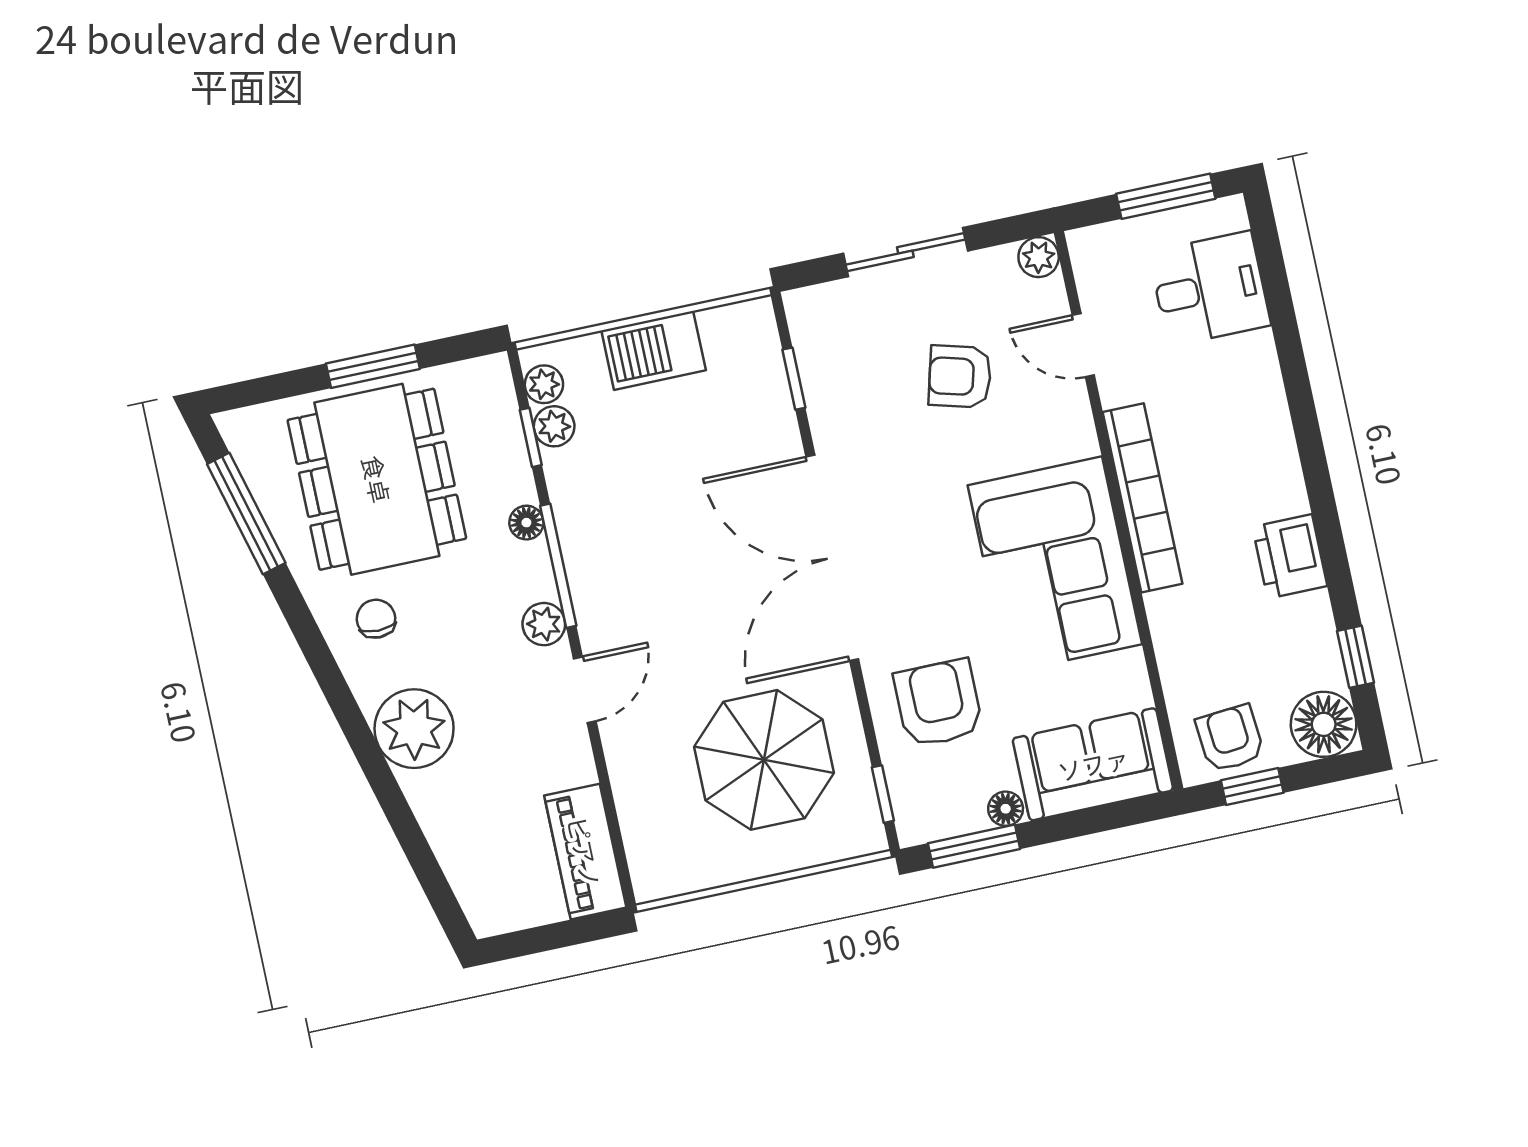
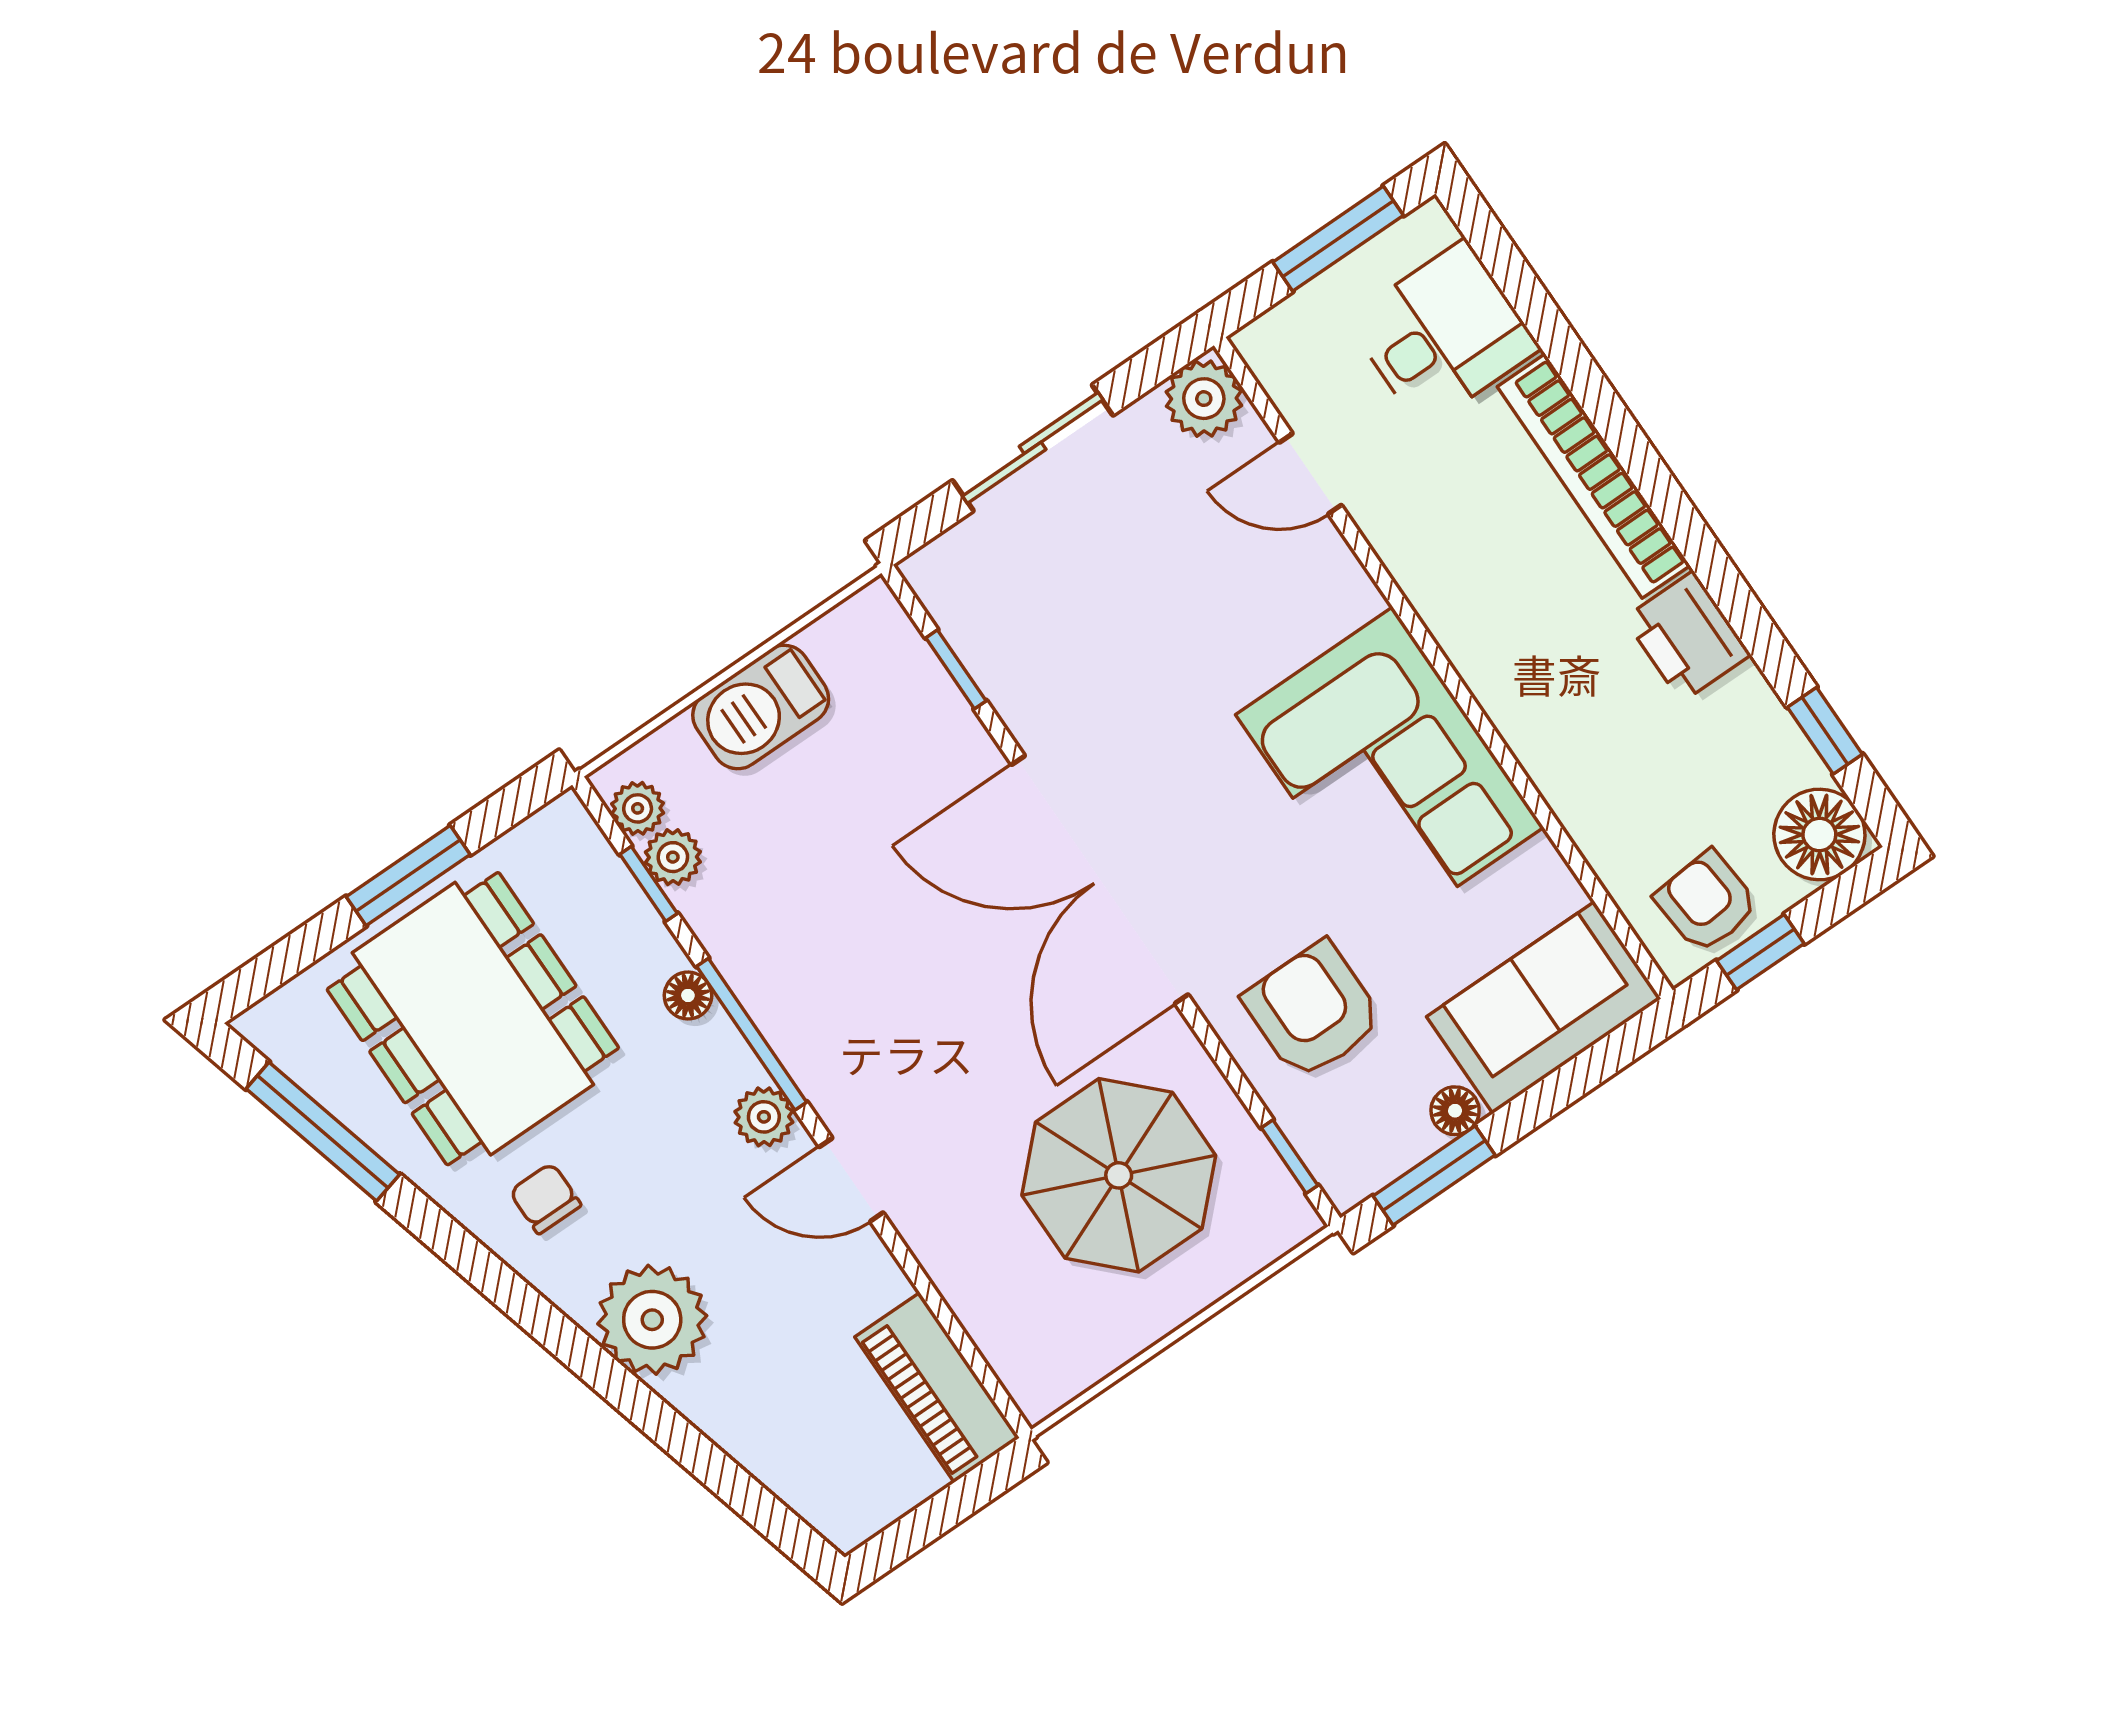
plant: (1039, 257) -> (1204, 399), width x1.38, depth x1.38
armchair: (960, 376) -> (1168, 579), removed
bookcase: (1143, 498) -> (1594, 476), moved, turned 180
door: (585, 690) -> (851, 1180), swing flipped

